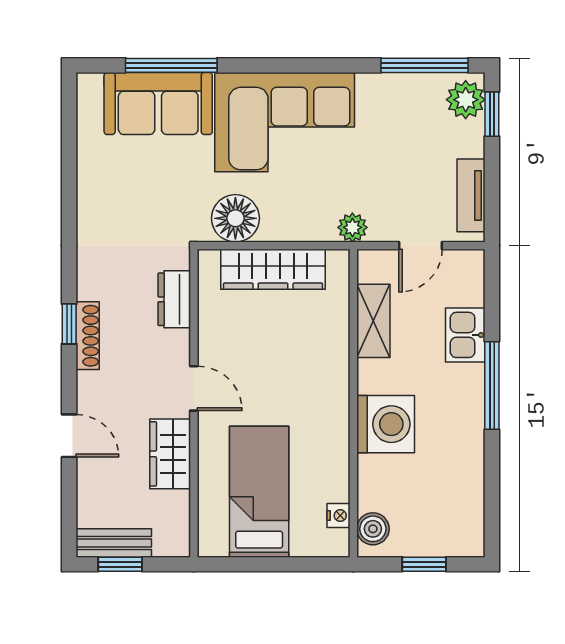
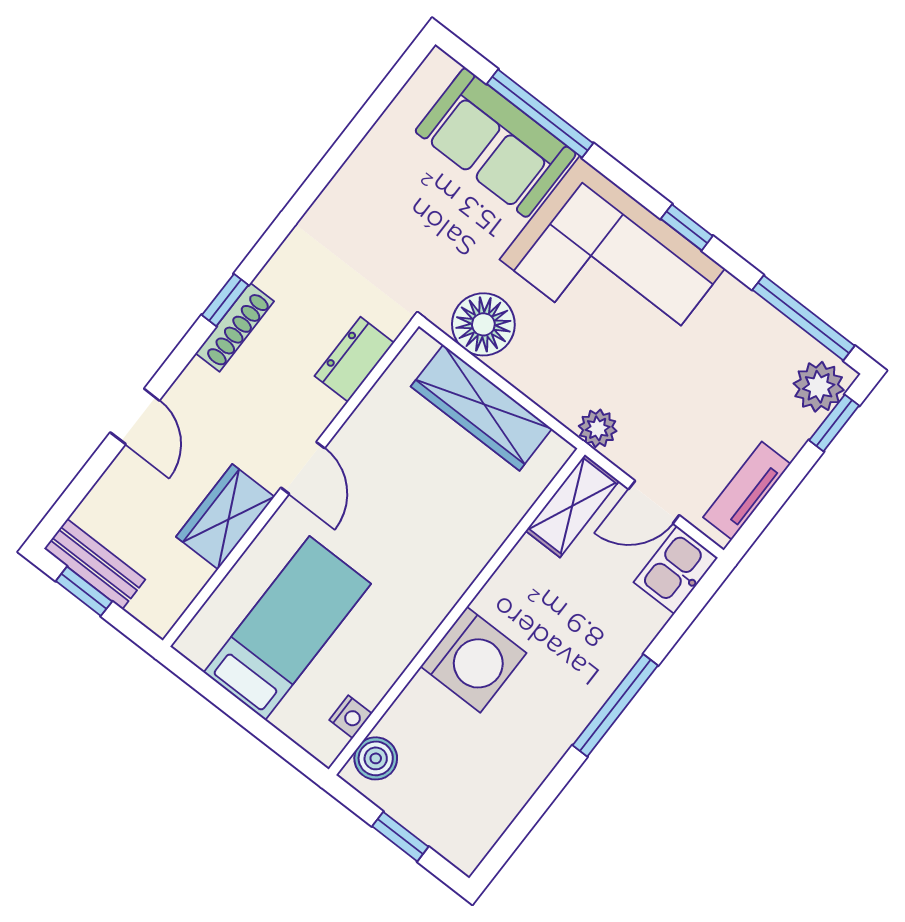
window: (312, 65) -> (687, 227), added
shelving: (373, 321) -> (572, 506), moved
kitchen sink: (465, 335) -> (676, 570), moved

